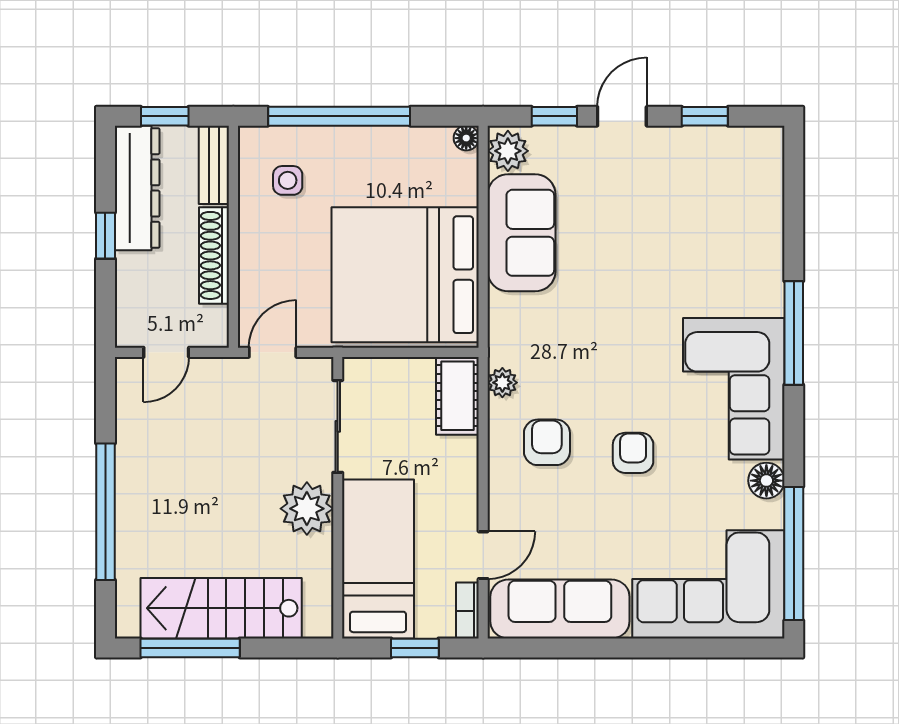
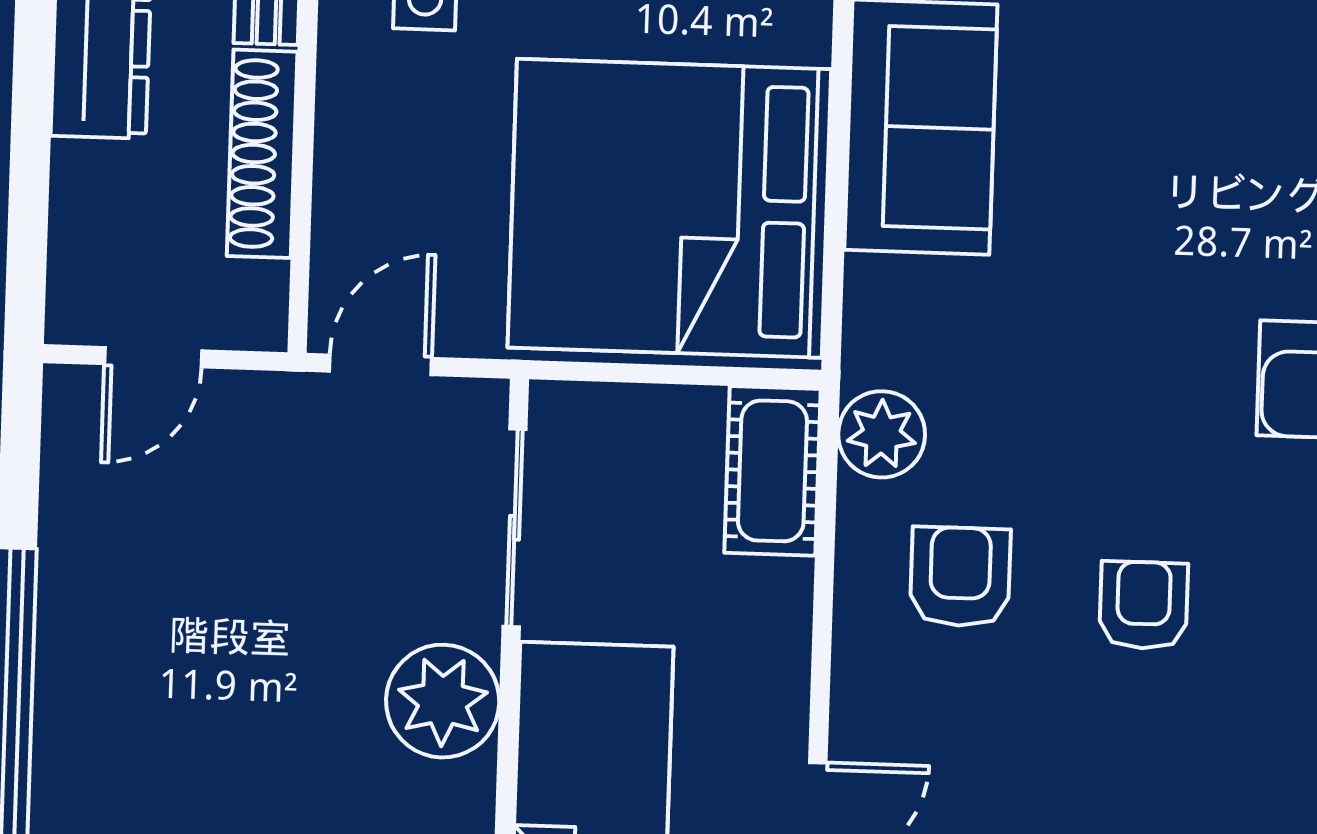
window: (105, 236) -> (32, 104), removed
plant: (502, 383) -> (882, 434), width x1.38, depth x1.38

